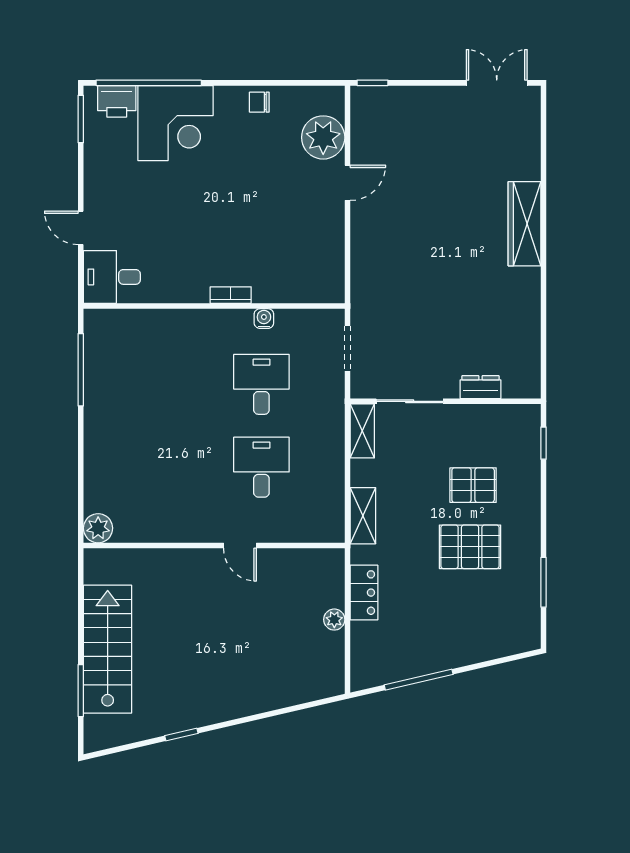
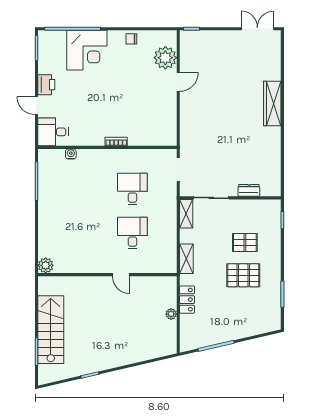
printer: (117, 101) -> (46, 85), moved, turned -90
water cooler: (264, 319) -> (71, 154), moved

